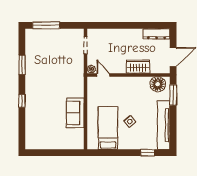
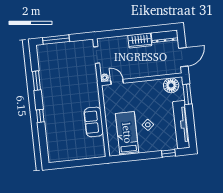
wardrobe: (138, 67) -> (140, 40), moved, turned 180

